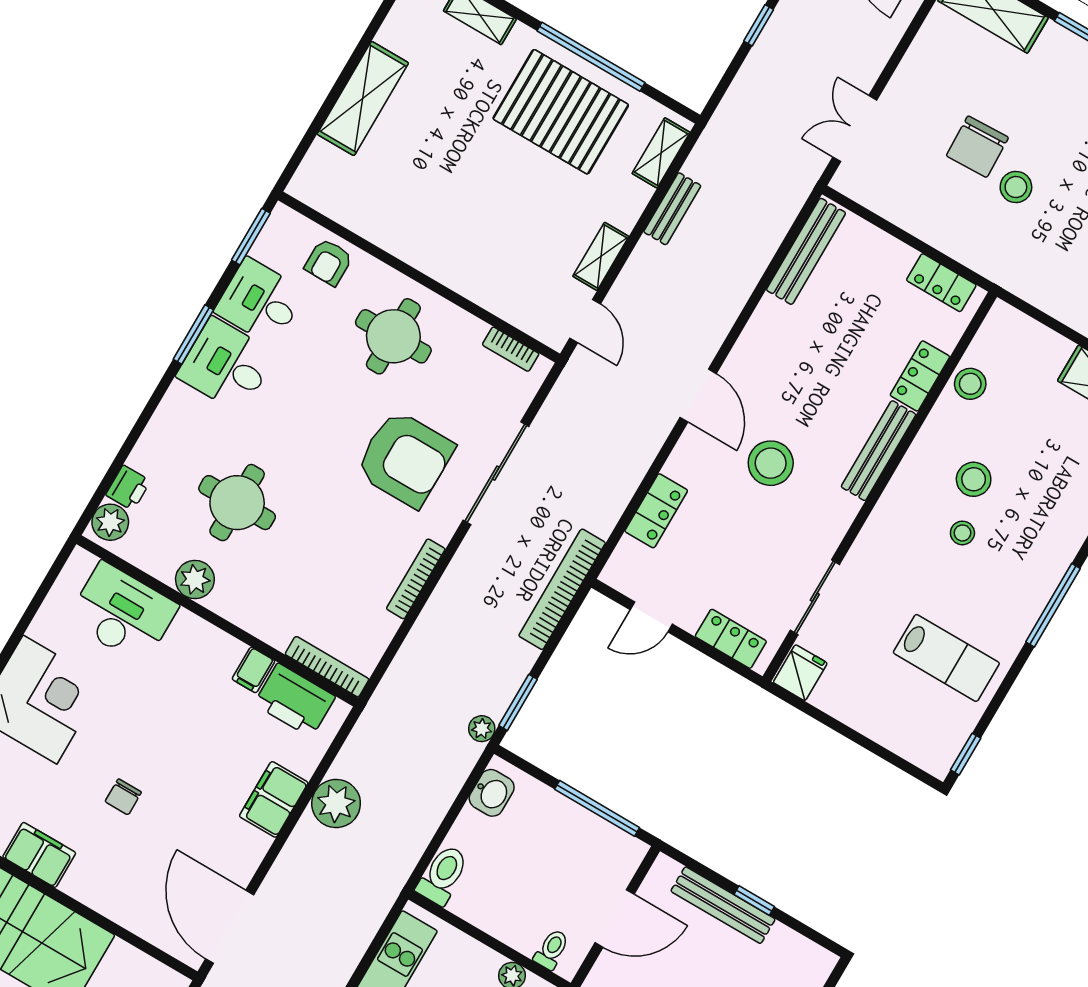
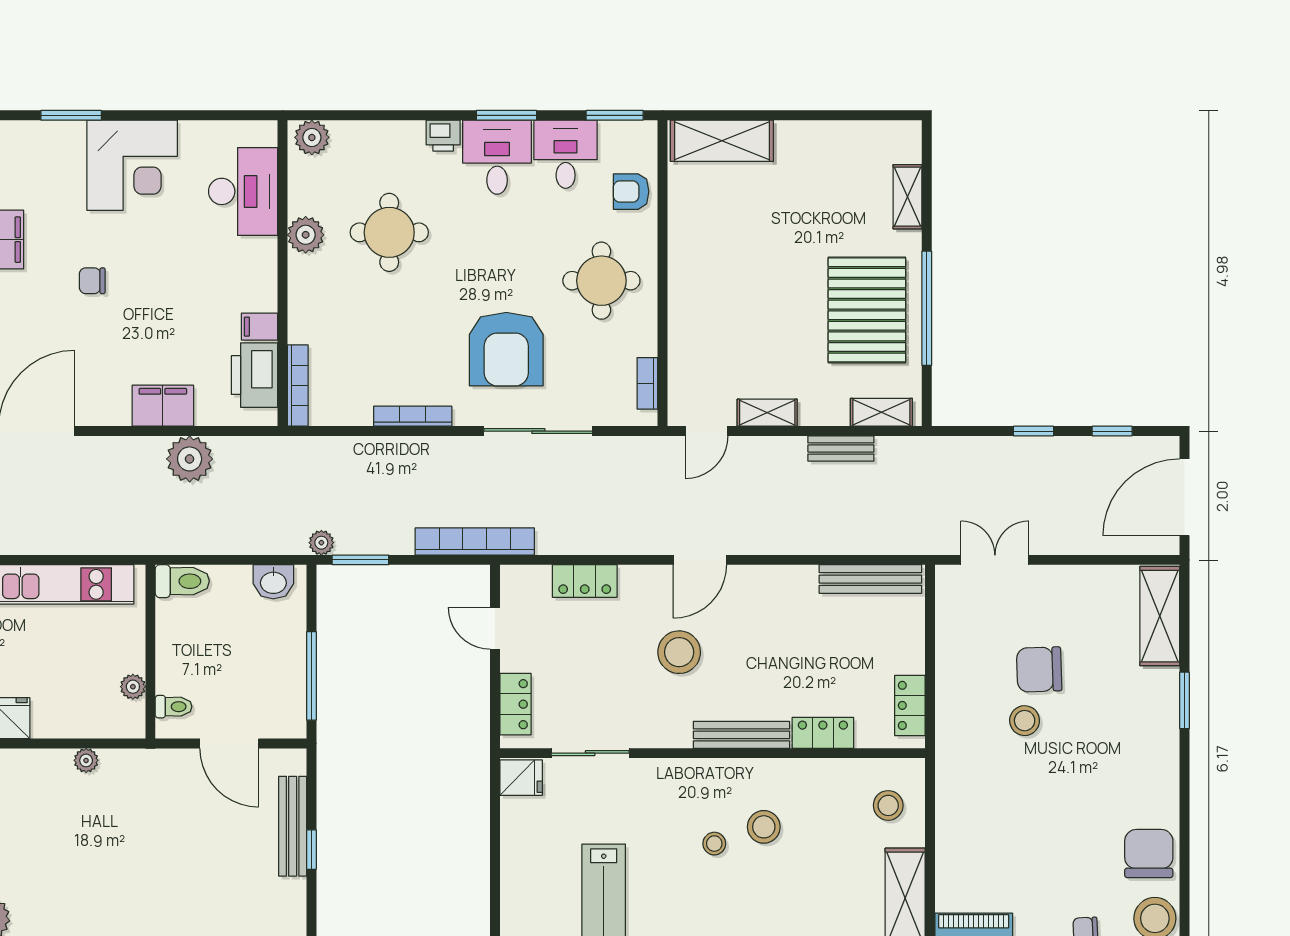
shelving: (363, 99) -> (722, 141), moved
stool: (970, 384) -> (888, 805), moved
printer: (128, 488) -> (443, 136), moved

